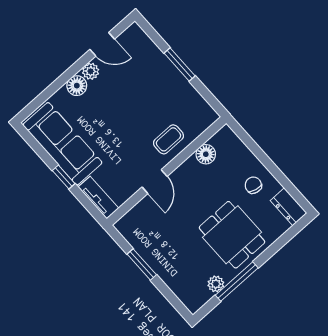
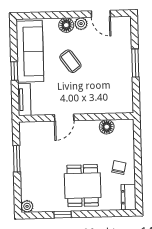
coffee table: (168, 139) -> (70, 61), moved, turned 54
window: (237, 282) -> (63, 215), width x0.46
plant: (216, 284) -> (27, 206), moved

